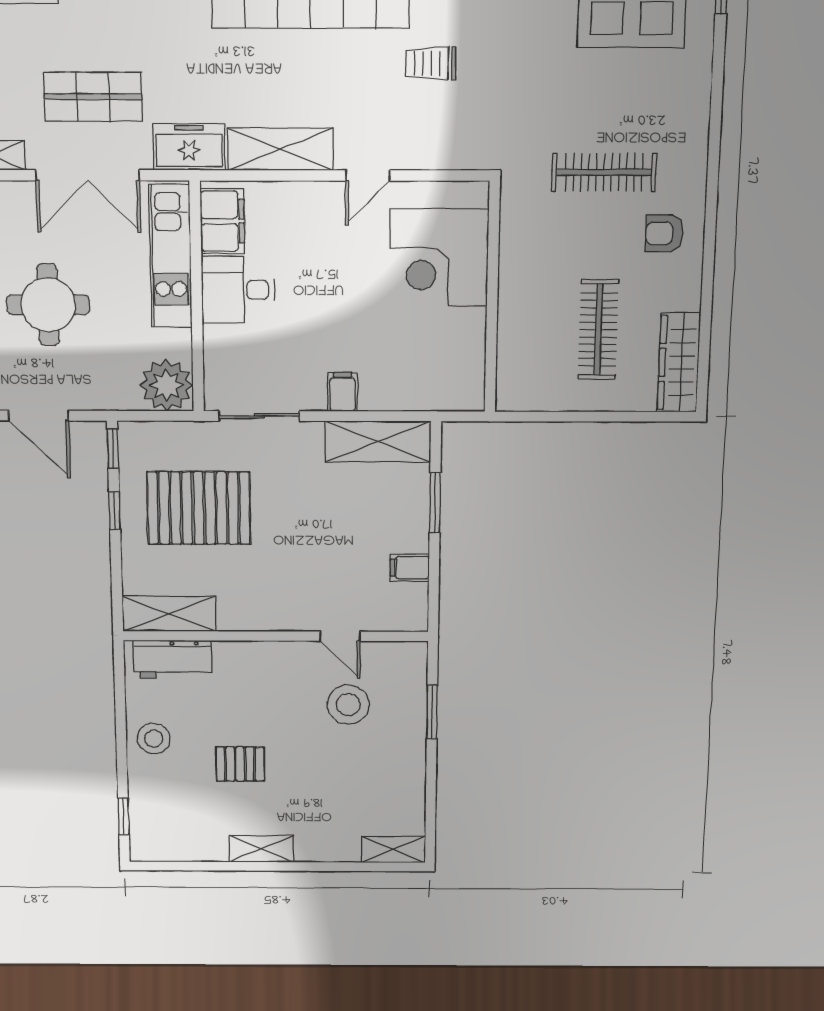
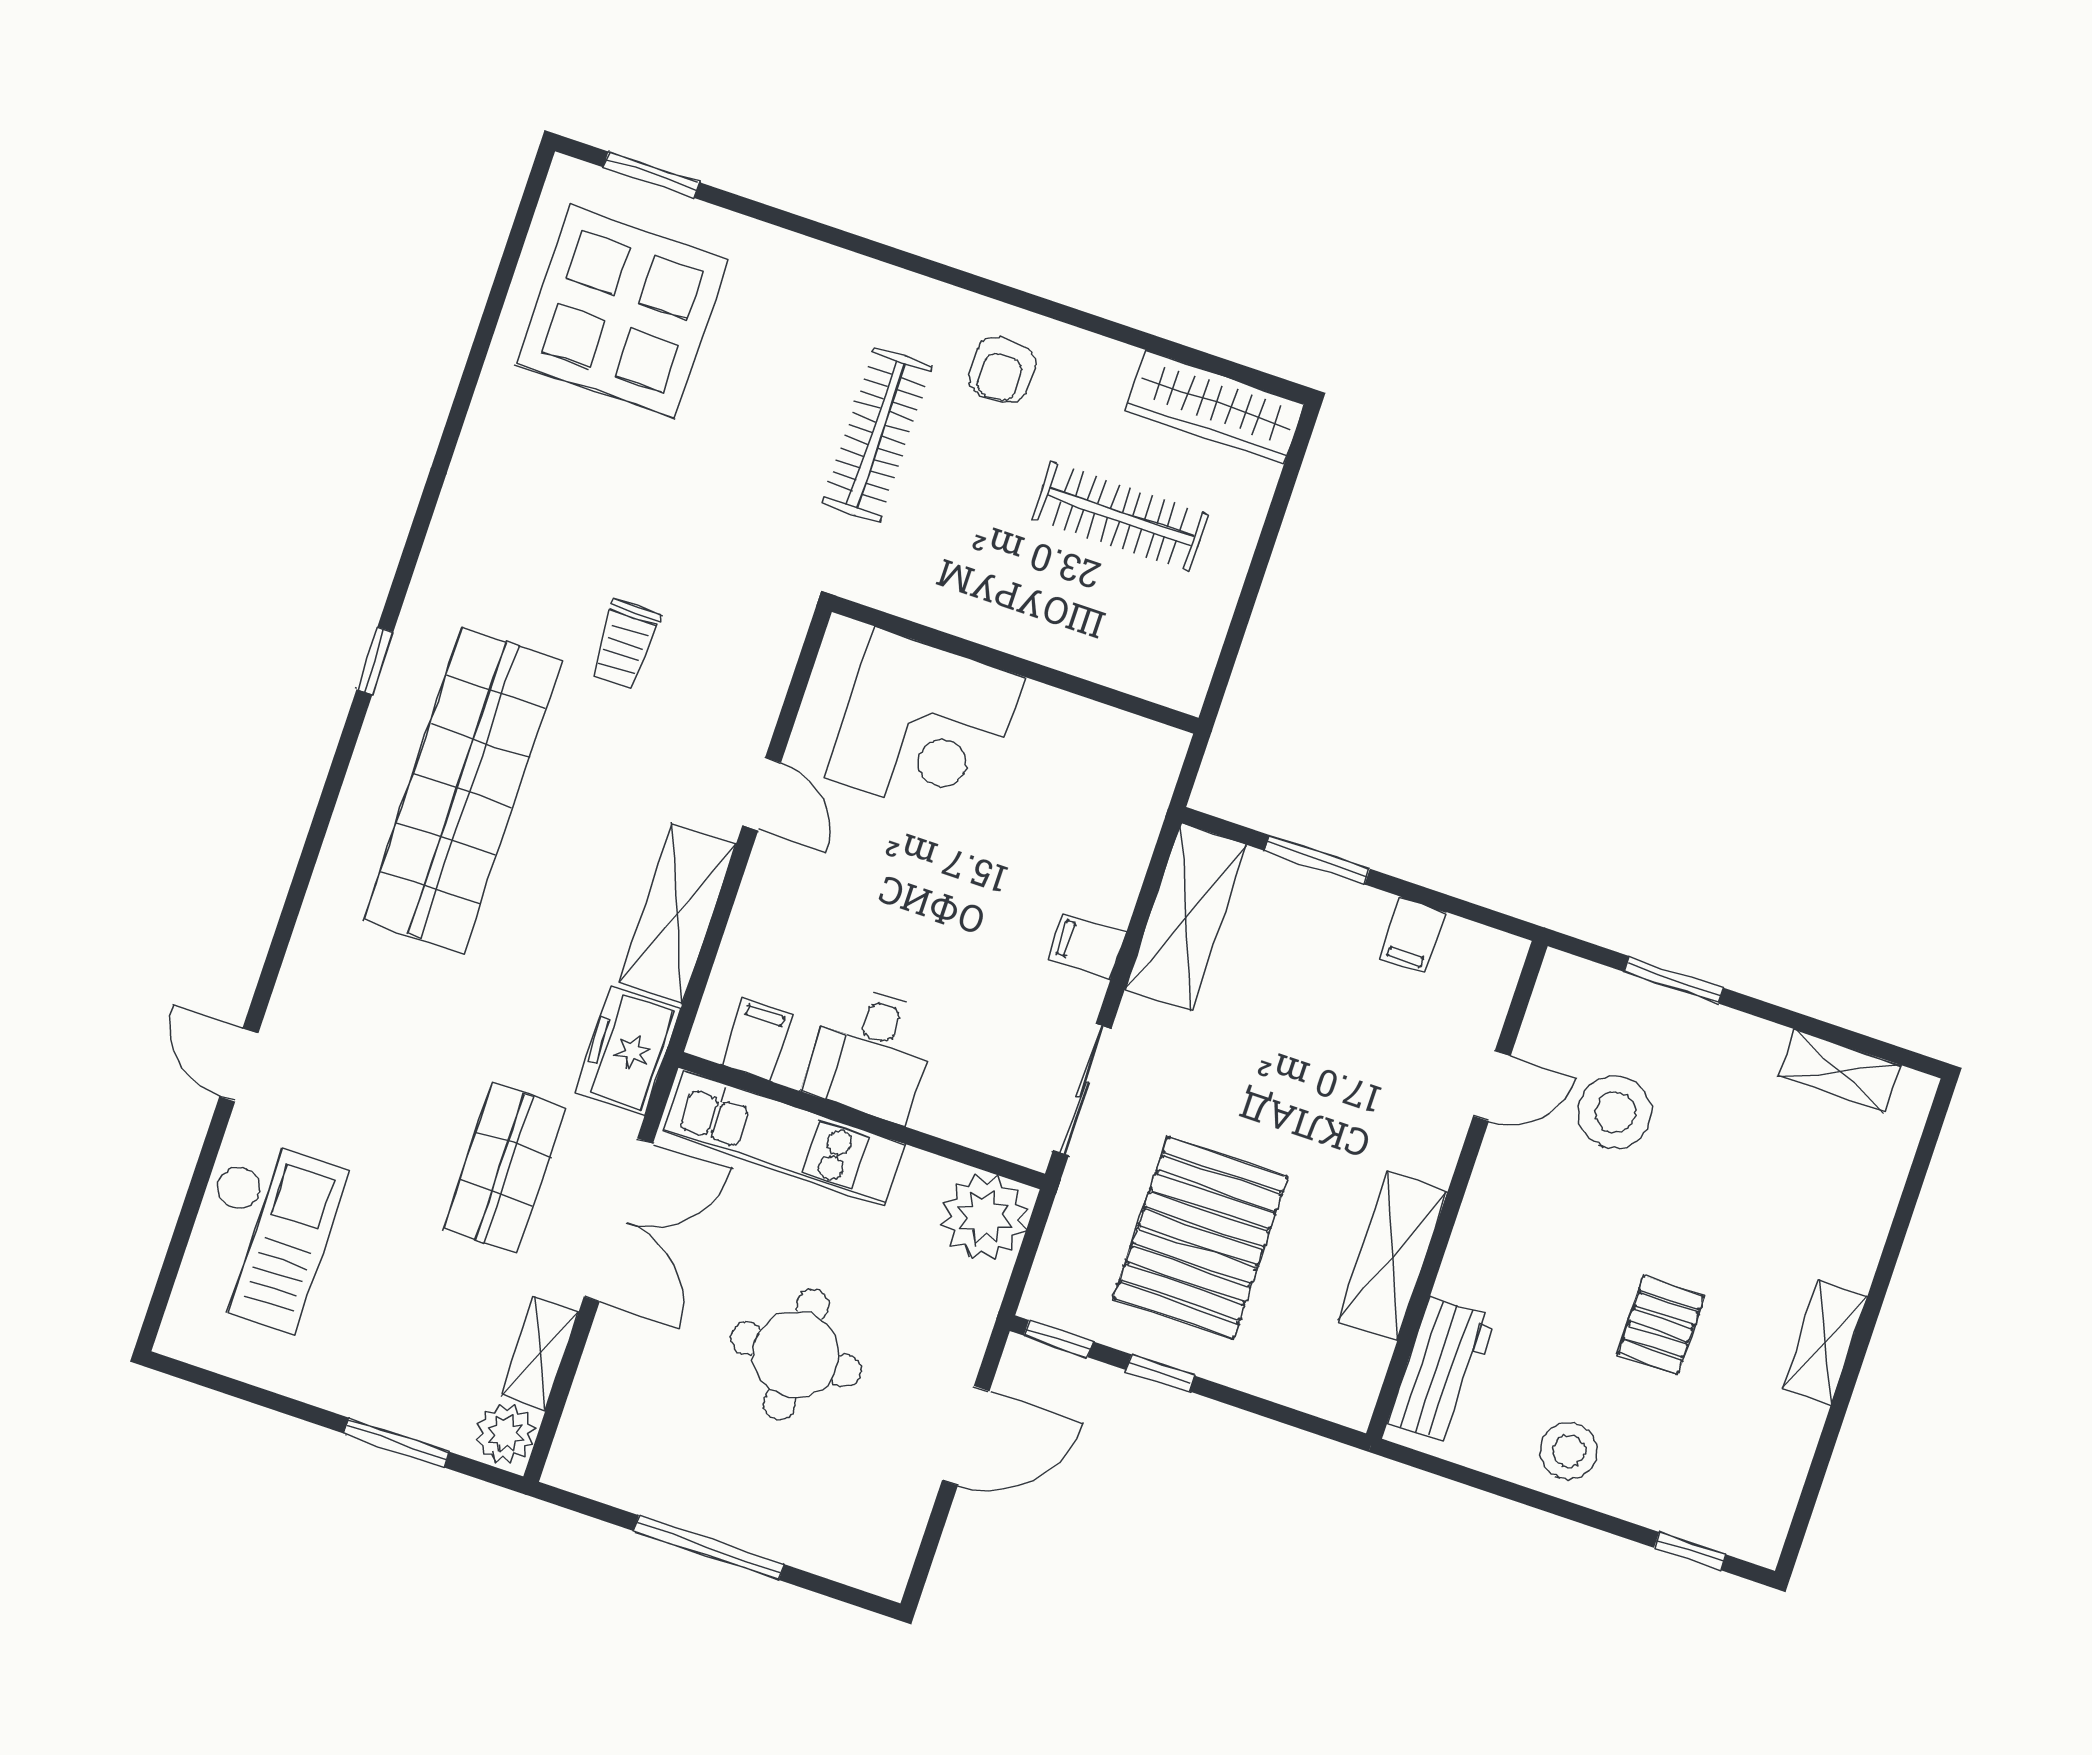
filing cabinet: (222, 221) -> (757, 1039), width x0.50
shelving: (169, 614) -> (1392, 1256), moved
shelving: (393, 849) -> (1839, 1071), moved, turned 90

